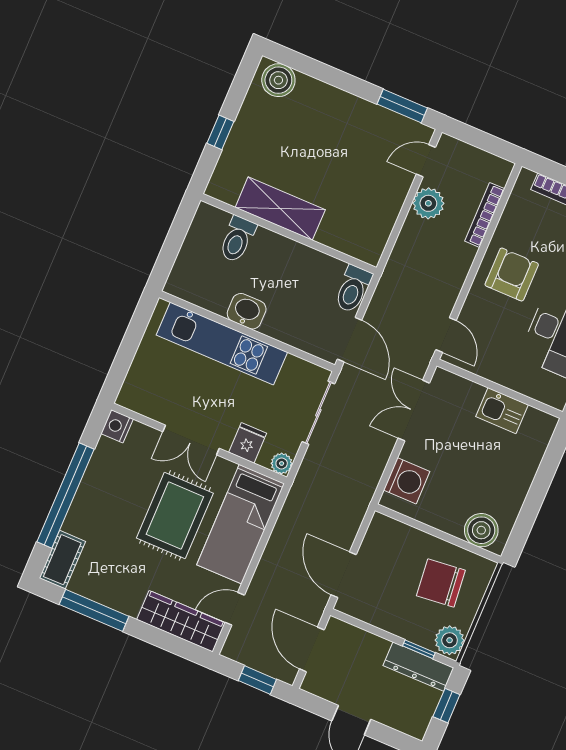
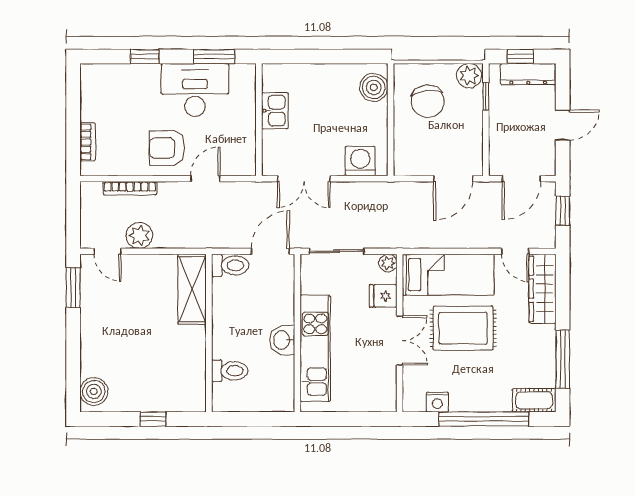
shelving: (280, 209) -> (192, 289), moved
door: (446, 335) -> (205, 179), moved
nightstand: (117, 426) -> (437, 402), moved
dresser: (418, 667) -> (528, 74), moved, turned 90

